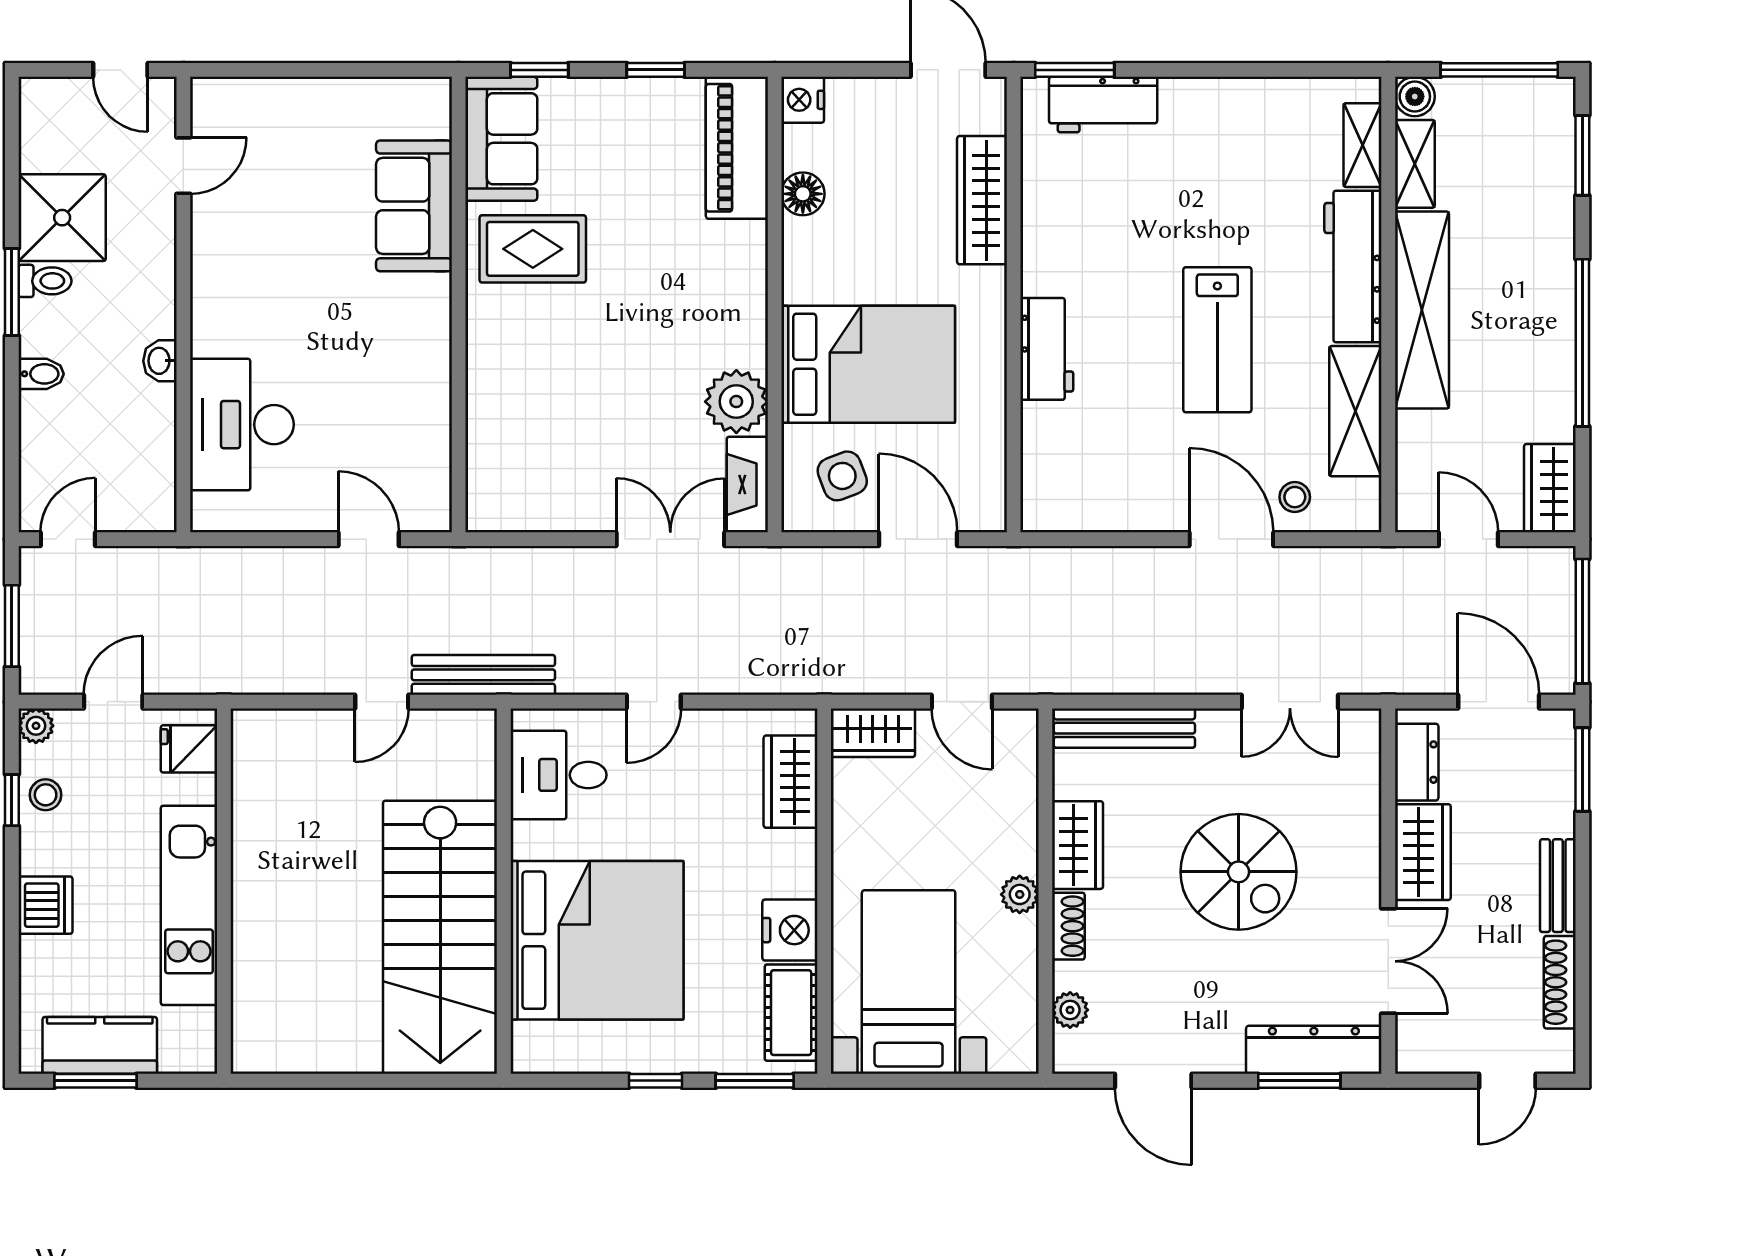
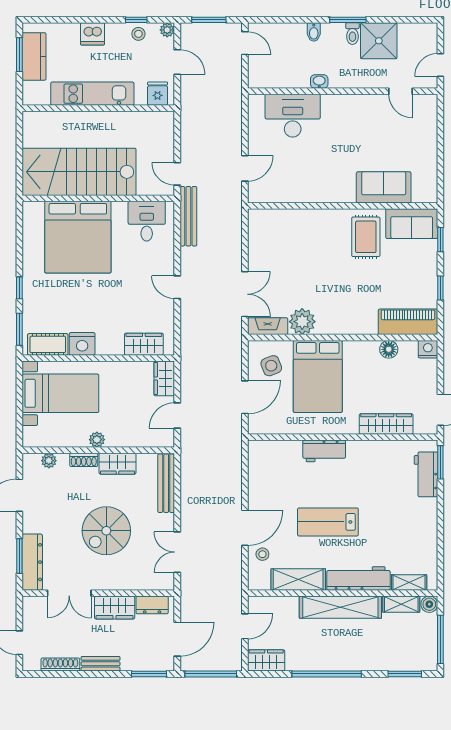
desk: (558, 775) -> (147, 221), moved
wall: (504, 891) -> (98, 198), moved
stairs: (440, 937) -> (79, 172), moved
bed: (597, 940) -> (78, 237), moved

